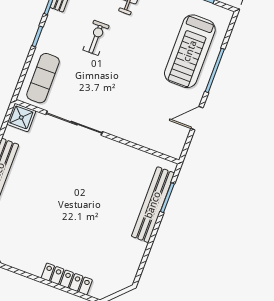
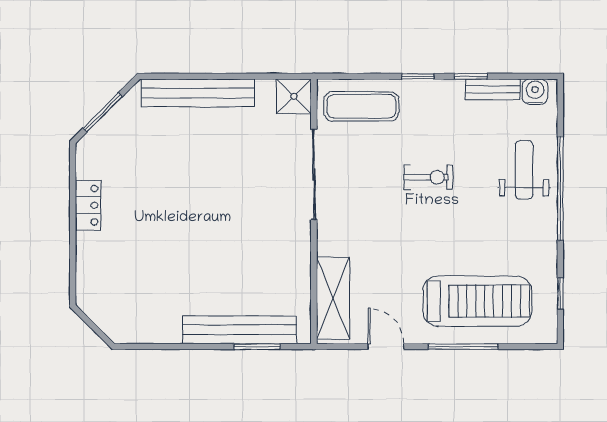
exercise bike: (96, 38) -> (428, 177), moved
treadmill: (190, 51) -> (477, 301), turned 180
shelving: (155, 140) -> (333, 298), added
locker: (67, 279) -> (88, 205), moved, width x0.66

